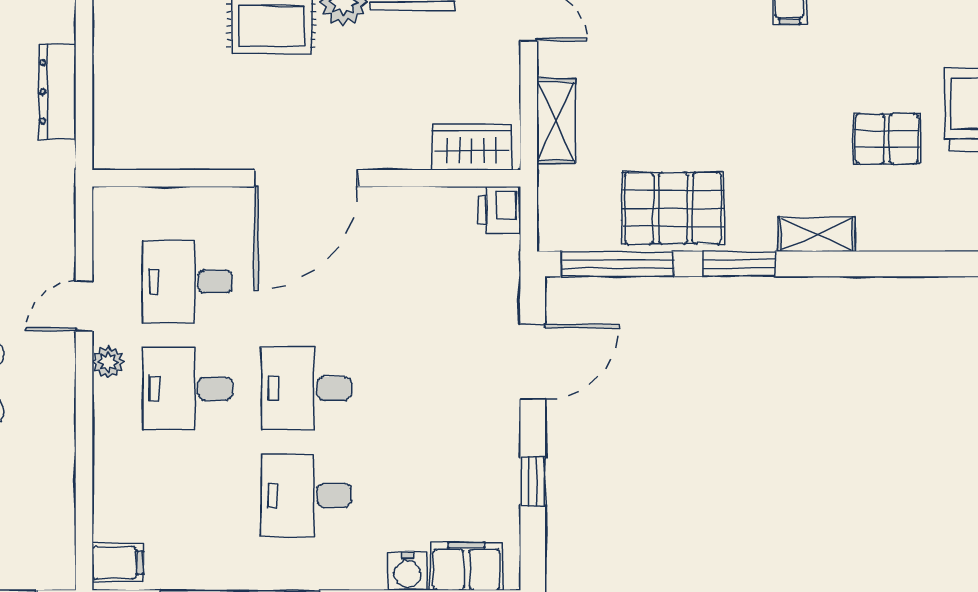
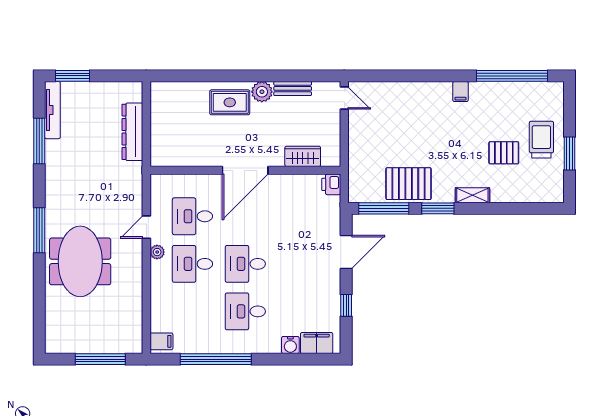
dresser: (57, 92) -> (132, 132), width x1.37, depth x1.24
shelving: (556, 121) -> (357, 145), removed
wardrobe: (472, 147) -> (303, 156), moved

